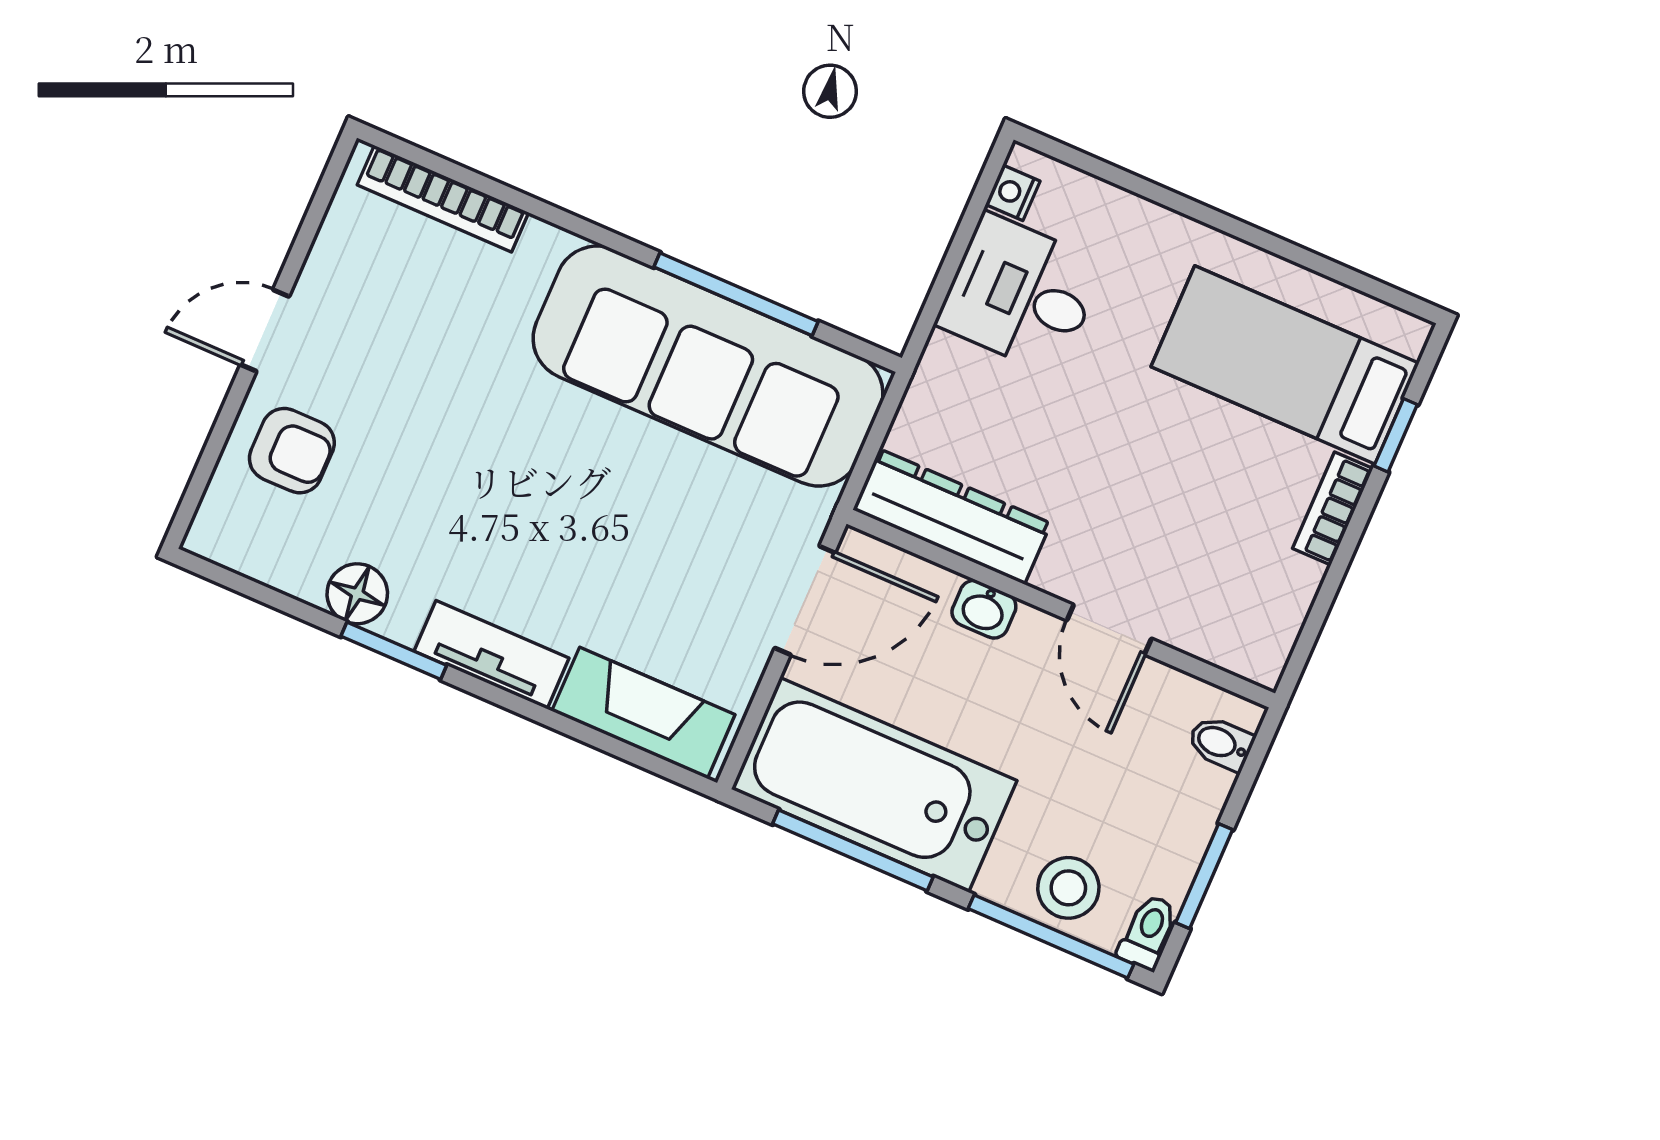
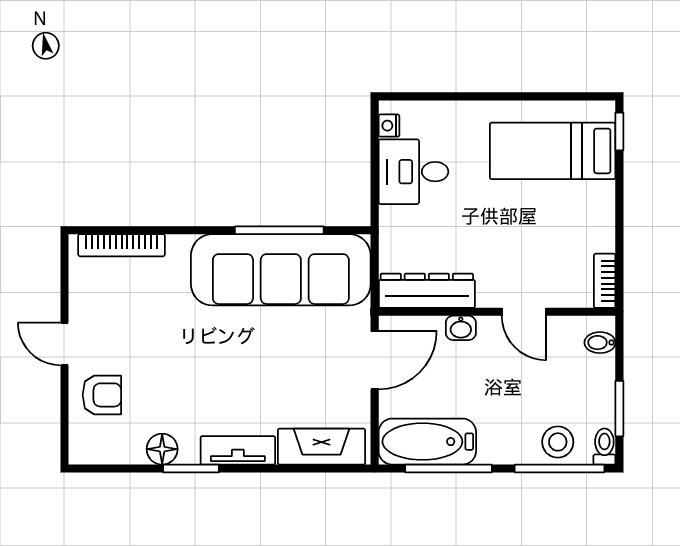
door: (265, 331) -> (64, 344), hinge flipped
window: (1396, 435) -> (619, 131), moved
bookcase: (1333, 509) -> (605, 281), moved
bathtub: (874, 785) -> (427, 442), width x0.73, depth x0.73

